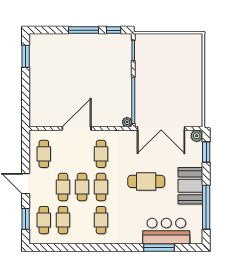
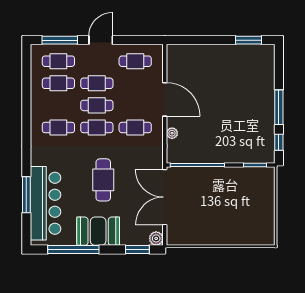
plant: (127, 122) -> (172, 133), moved
window: (26, 219) -> (60, 40), width x1.44
bar counter: (166, 231) -> (46, 203), width x1.36

